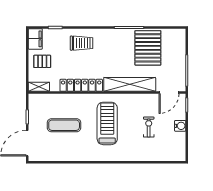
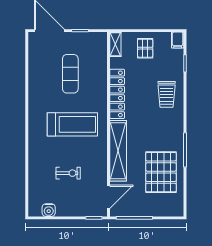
filing cabinet: (35, 39) -> (178, 40), width x0.50
pallet: (148, 48) -> (161, 172), turned 90
door: (169, 93) -> (109, 197), swing flipped
water cooler: (180, 126) -> (49, 210), moved

